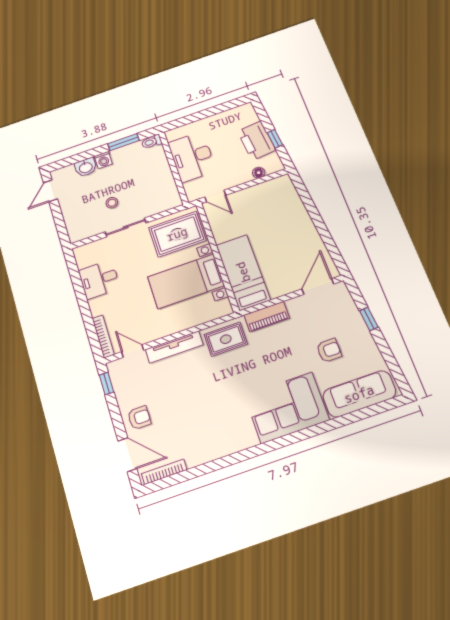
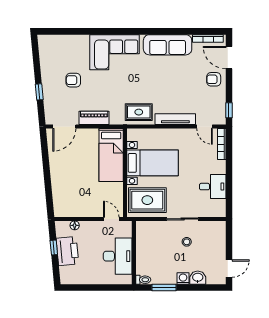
piano: (267, 317) -> (94, 118), moved
sofa: (359, 394) -> (168, 45), moved

